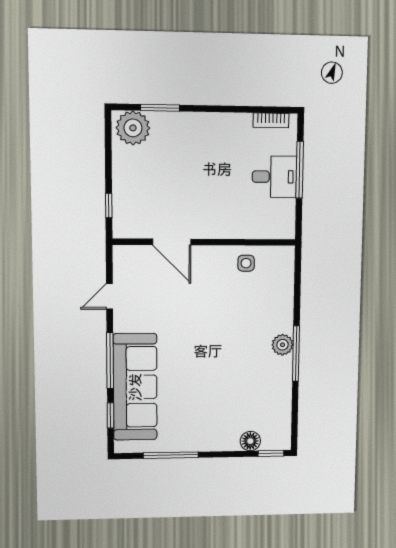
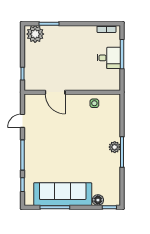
sofa: (135, 387) -> (63, 194), moved, turned -90

